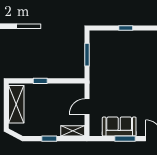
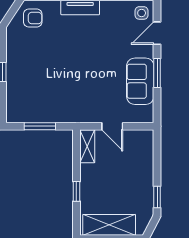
shelving: (73, 131) -> (87, 146), moved
window: (49, 139) -> (157, 197), moved

